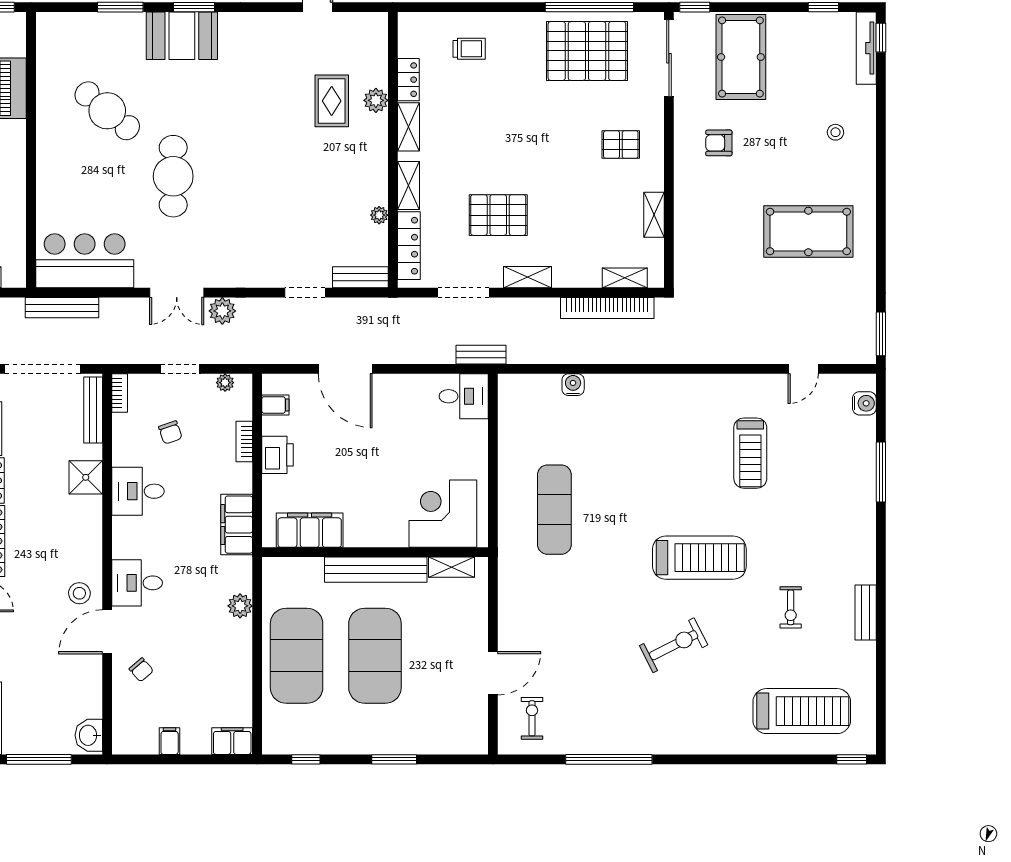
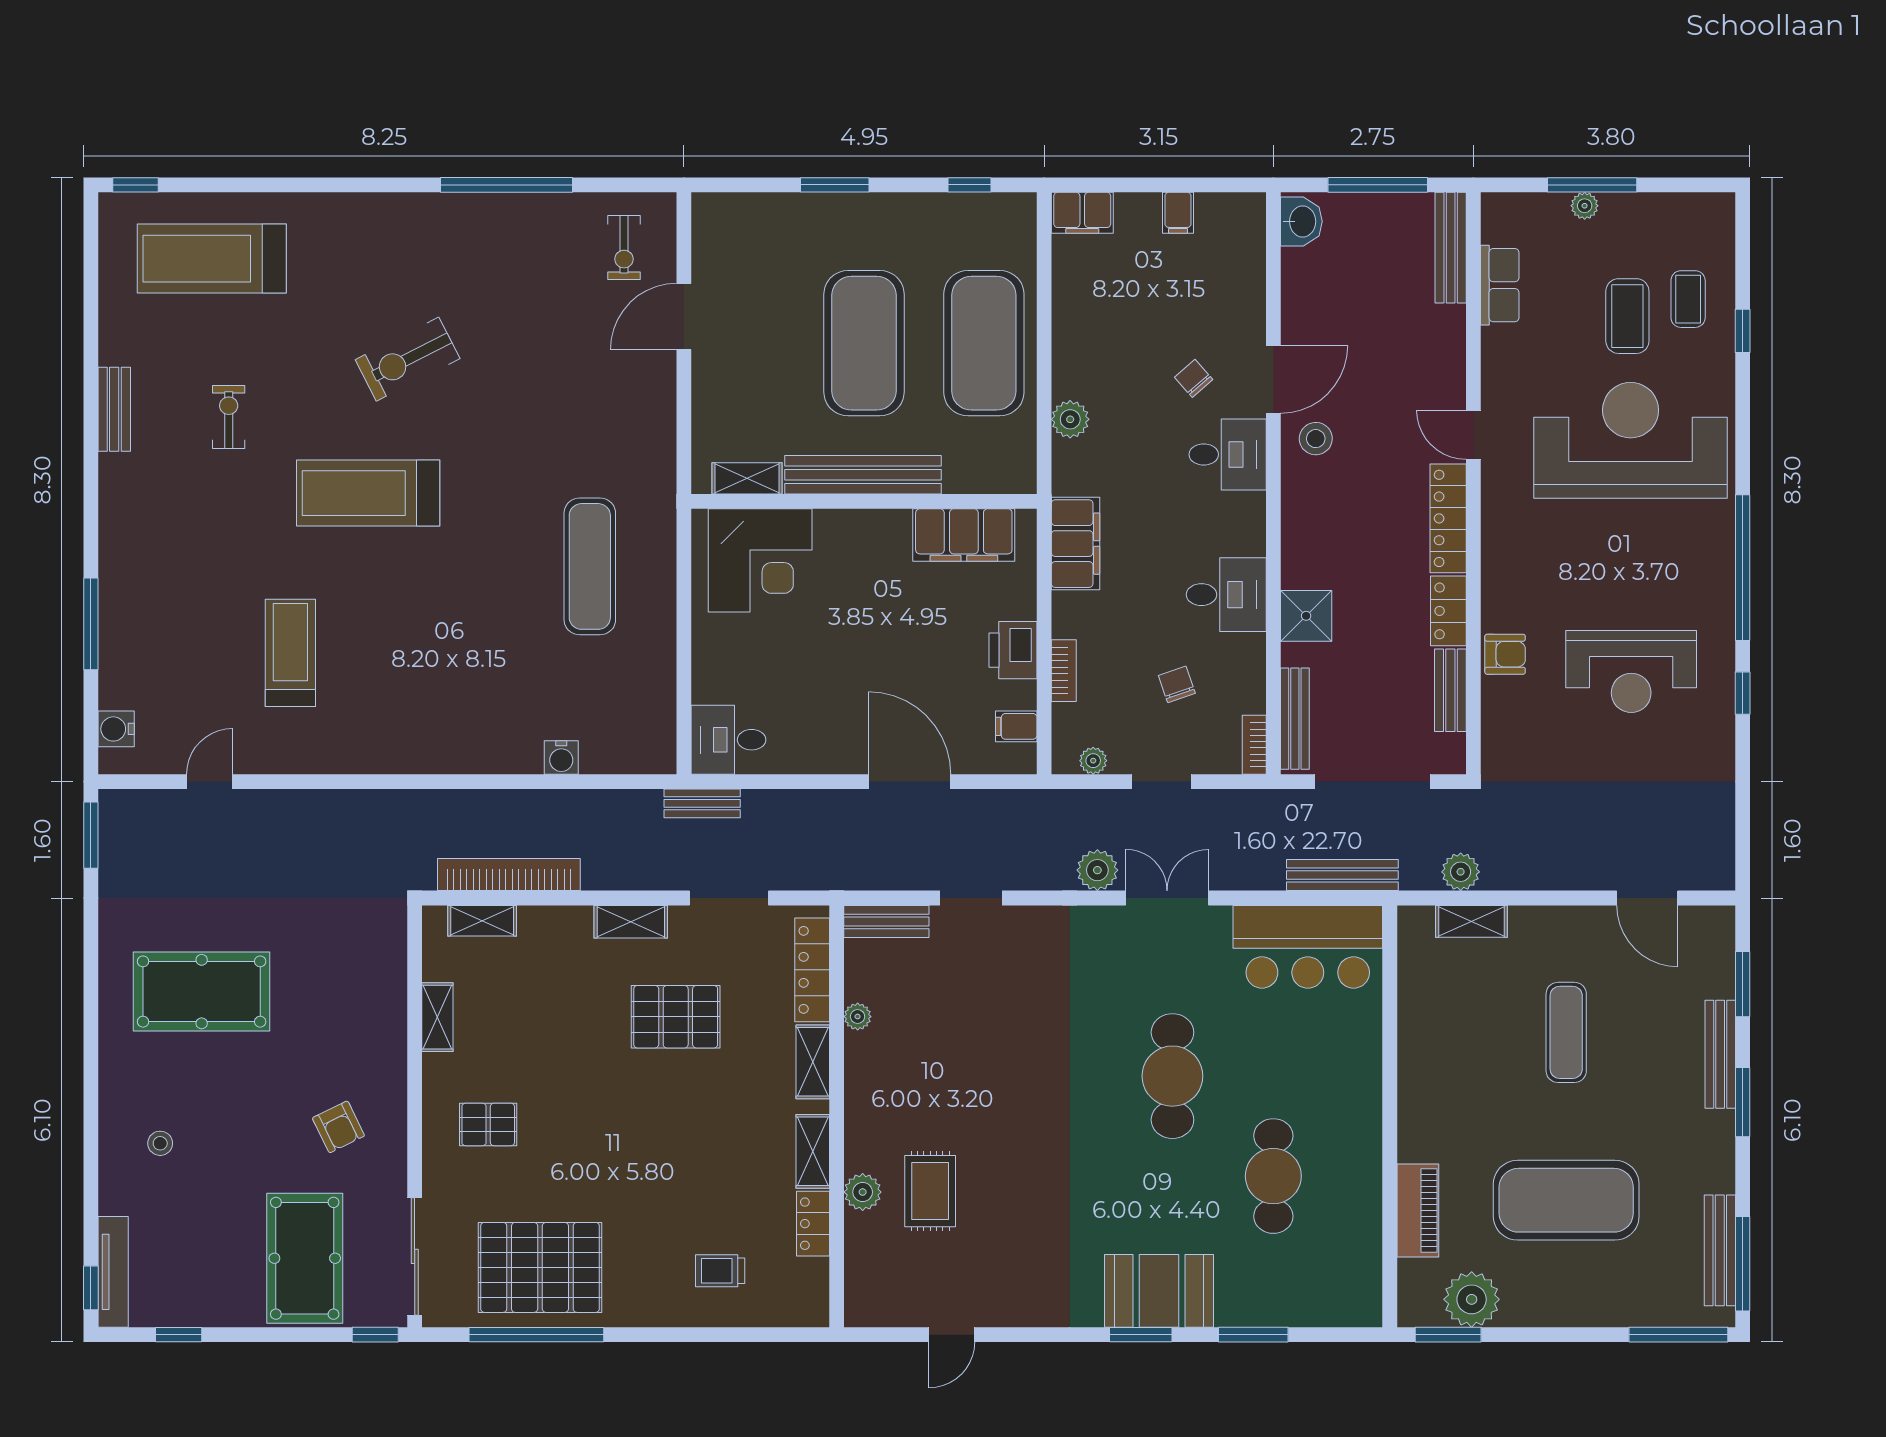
cafe table: (107, 111) -> (1273, 1176), turned 50
armchair: (719, 143) -> (338, 1127), turned 64
chair: (141, 670) -> (1194, 378), moved

